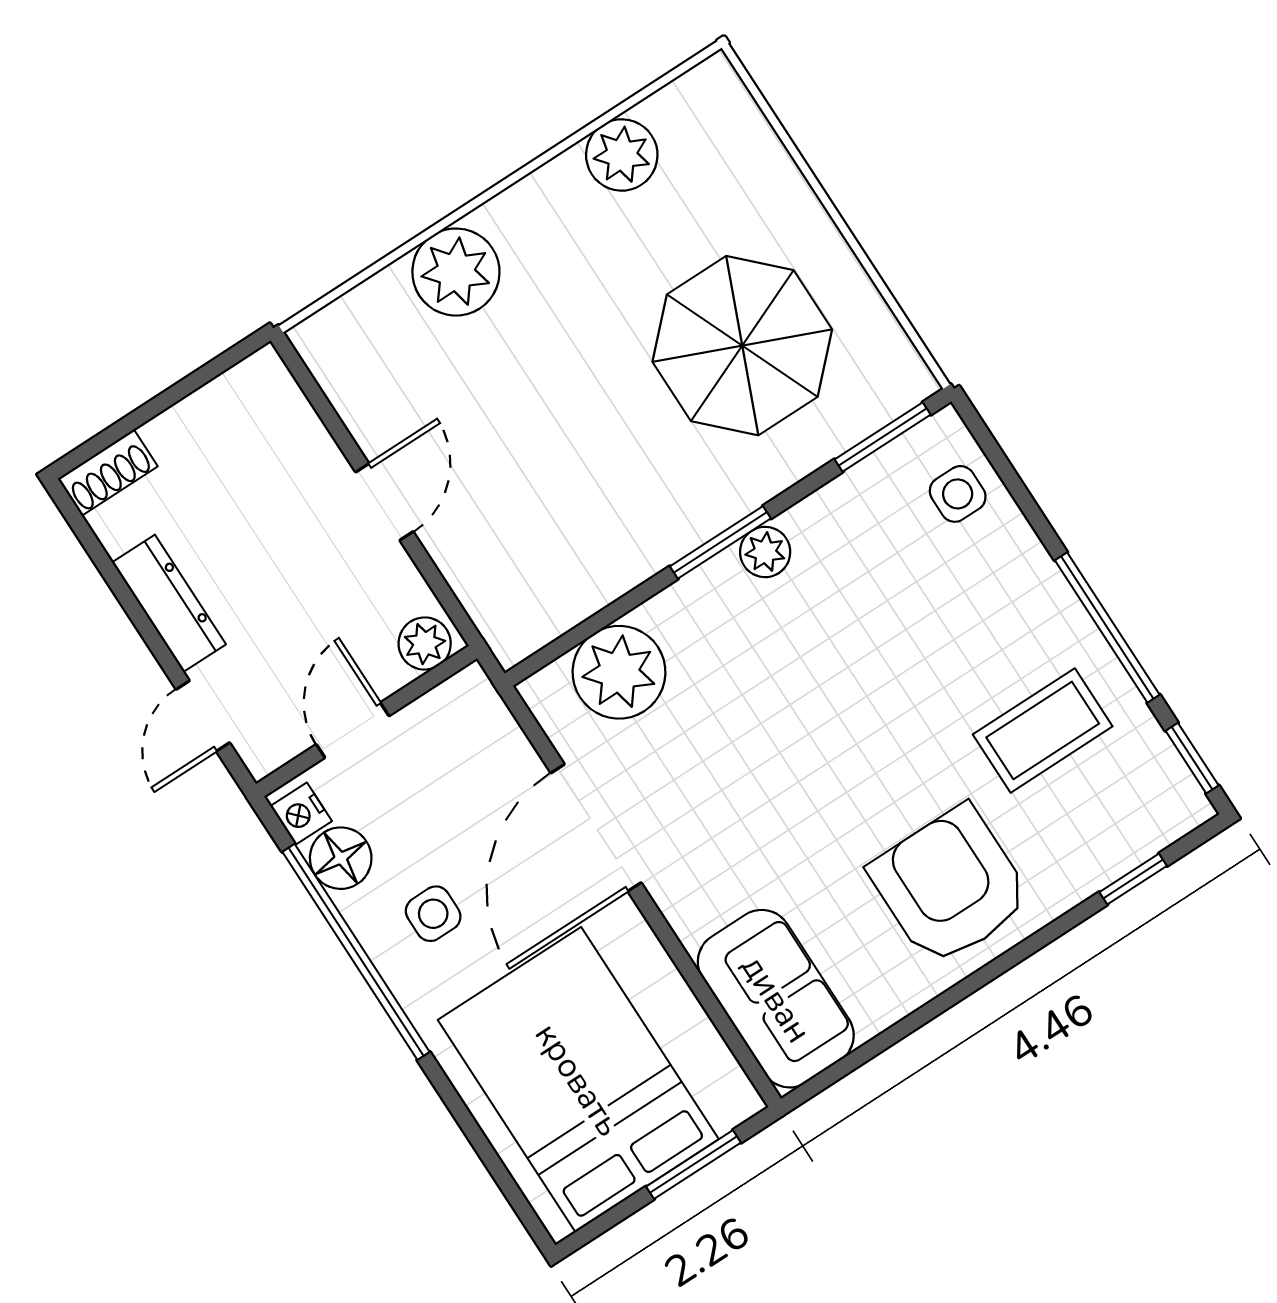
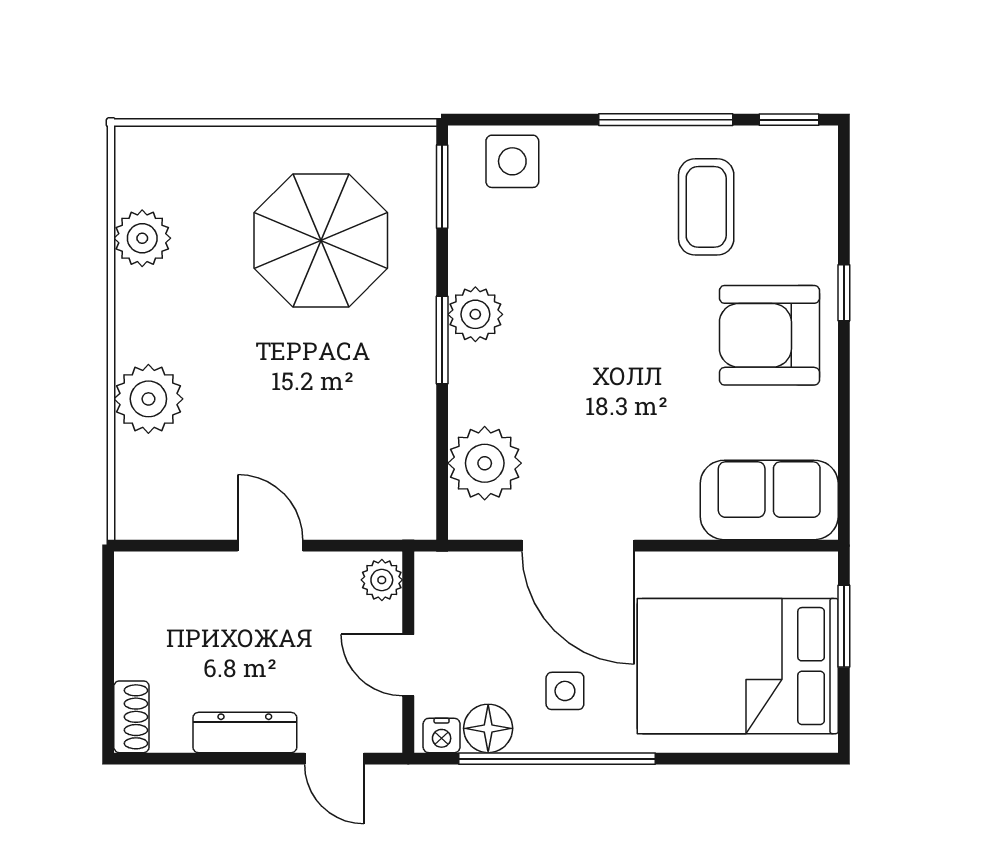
side table: (958, 494) -> (512, 161), width x1.37, depth x1.37
plant: (765, 552) -> (475, 314), width x1.38, depth x1.38
window: (1133, 879) -> (844, 293), moved

